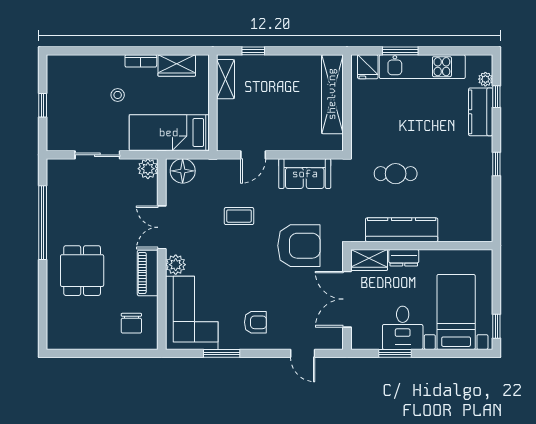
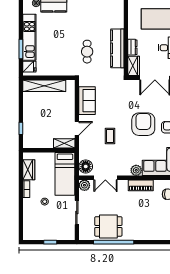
shelving: (225, 79) -> (64, 143), moved
door: (253, 155) -> (77, 128), hinge flipped
double door: (162, 227) -> (105, 178), moved
armchair: (299, 246) -> (143, 124), moved
dining table: (82, 271) -> (108, 226), moved

